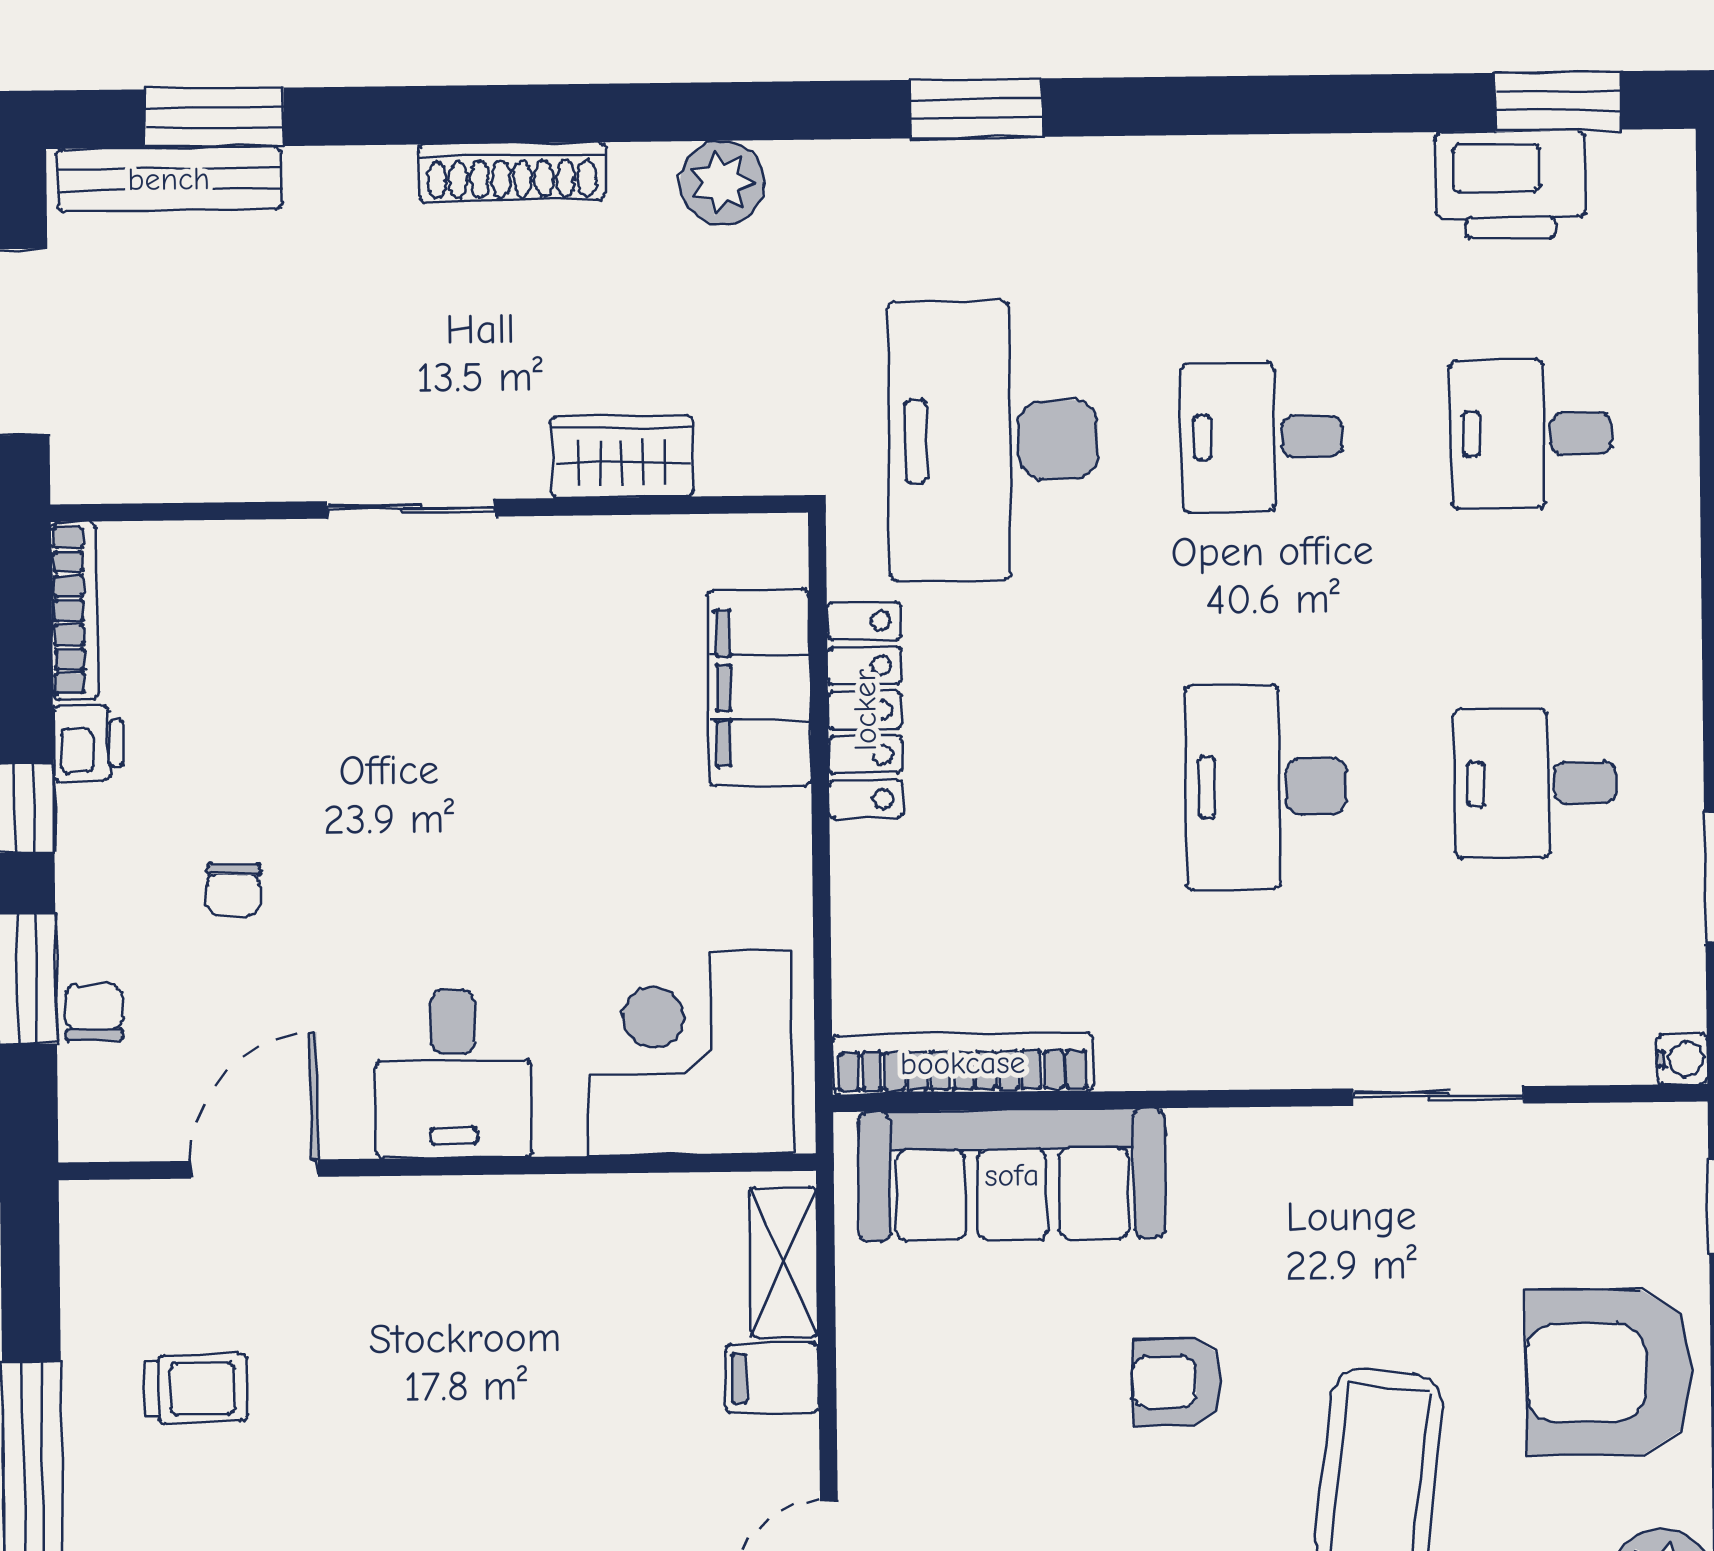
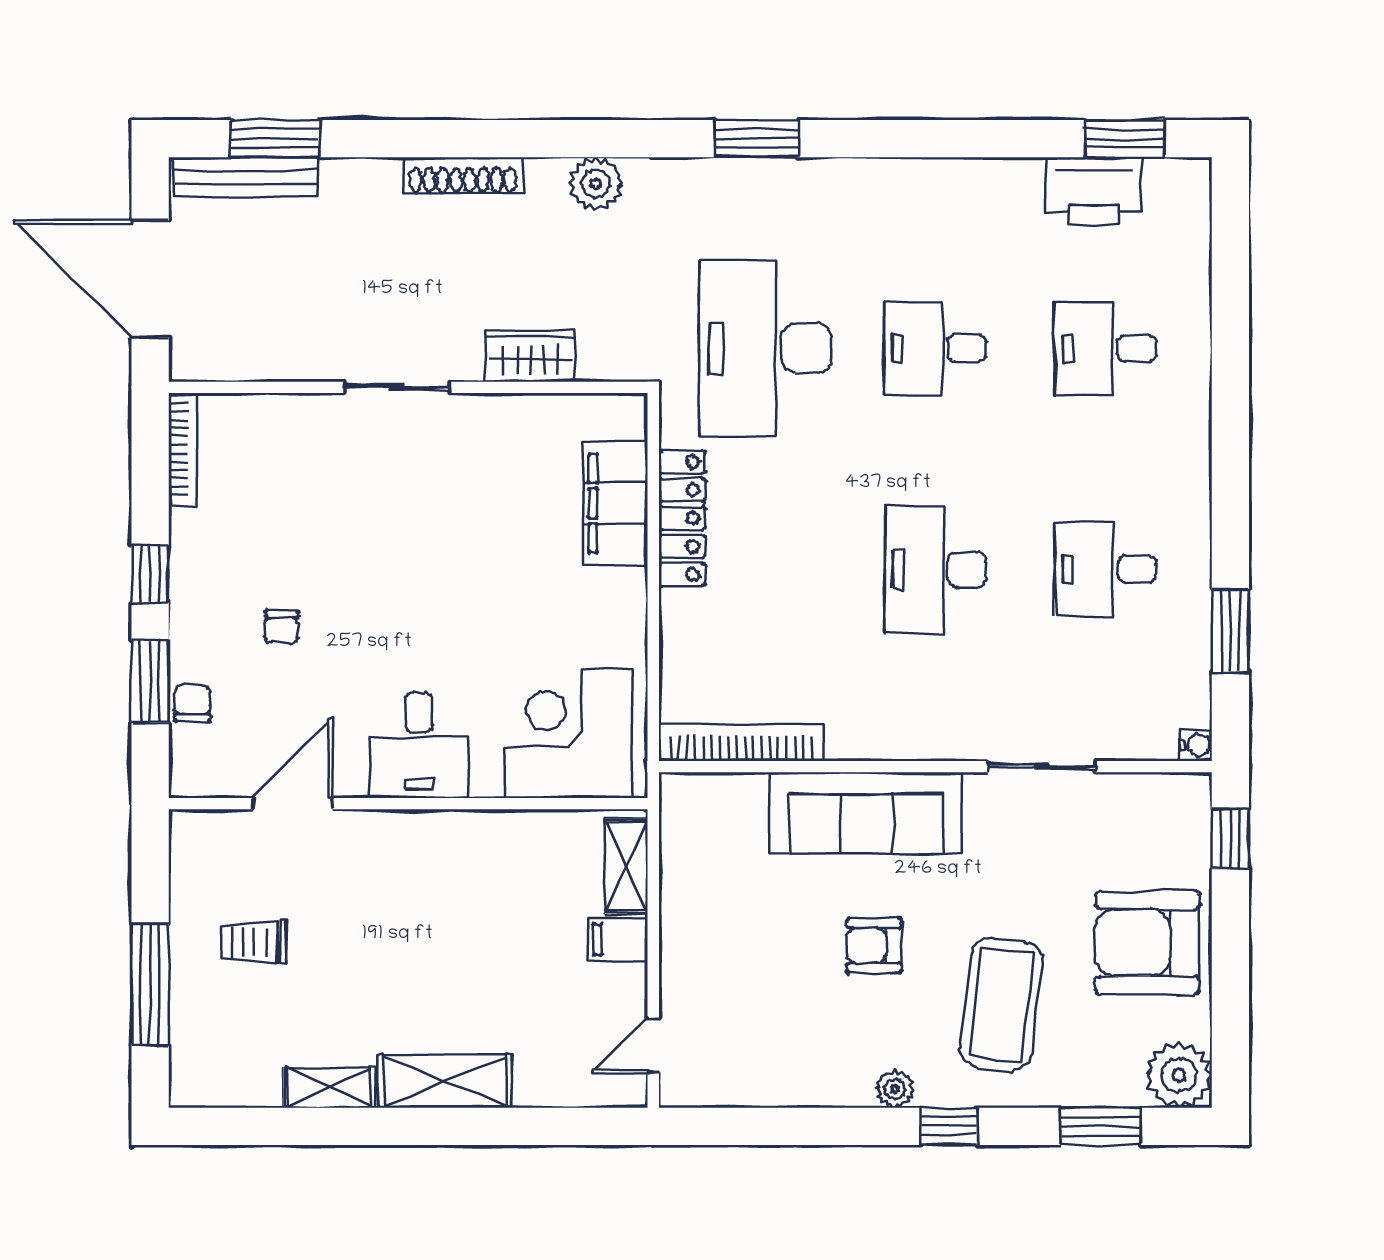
printer: (88, 744) -> (191, 533), removed
sofa: (1012, 1175) -> (867, 813), moved
trolley: (195, 1389) -> (253, 942), turned 180

